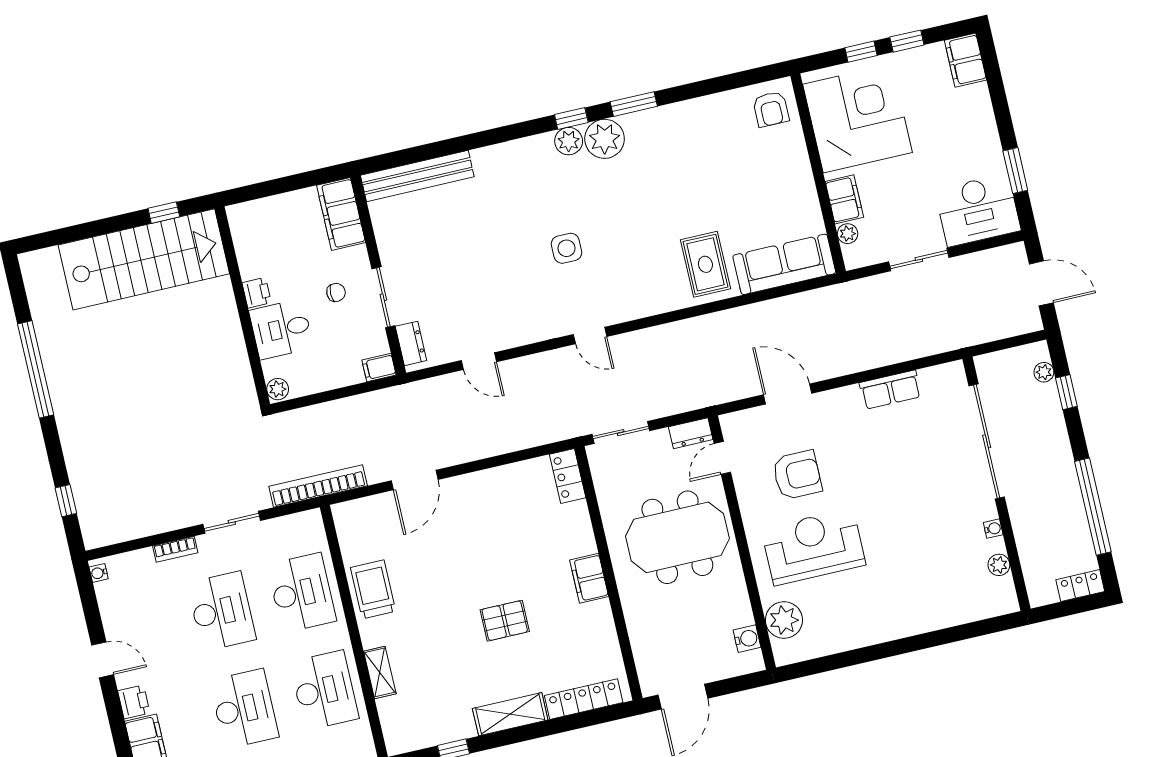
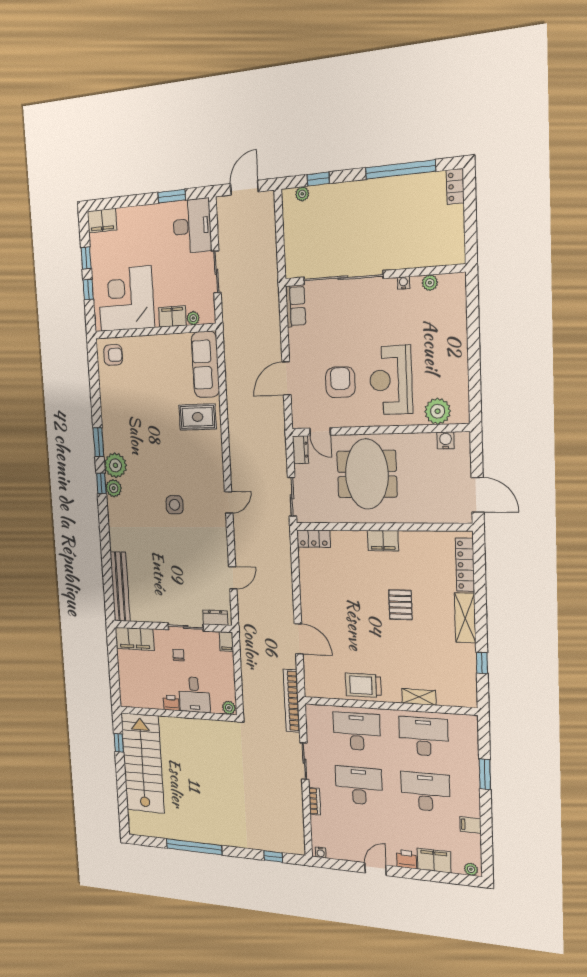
sliding door: (987, 441) -> (343, 278), moved
wall: (996, 484) -> (373, 275), moved
water cooler: (993, 529) -> (403, 283), moved
plant: (999, 565) -> (430, 283), moved

